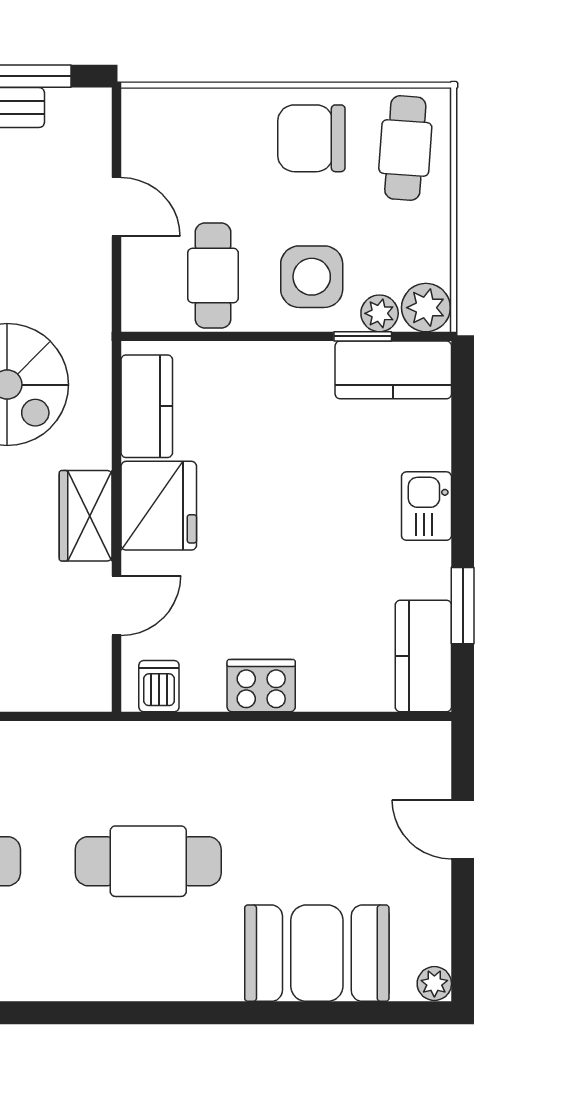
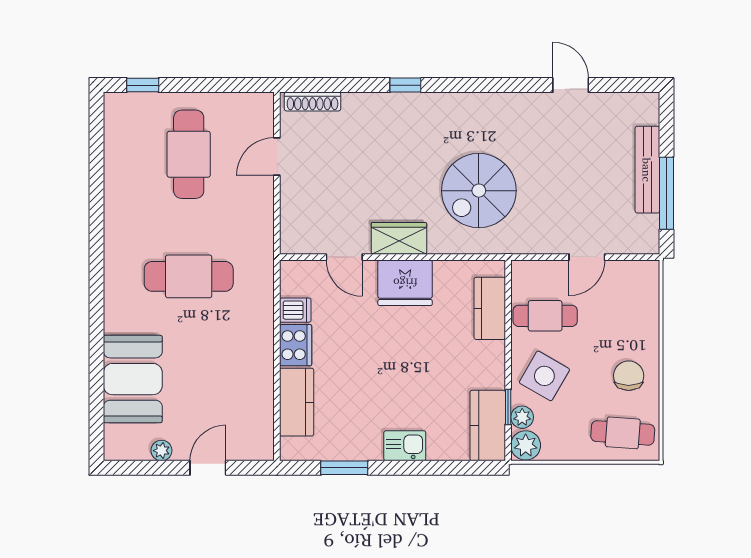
chair: (311, 138) -> (629, 376), width x0.73, depth x0.73
side table: (312, 277) -> (544, 376), turned 30
kitchen counter: (147, 406) -> (490, 308), moved, turned 90
kitchen counter: (423, 656) -> (297, 402), moved, turned 90
dishwasher: (159, 686) -> (295, 310), moved
cafe table: (148, 861) -> (189, 276), turned 90
plant: (434, 984) -> (161, 451), moved

